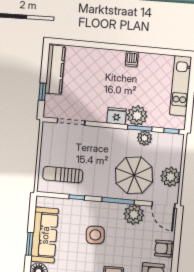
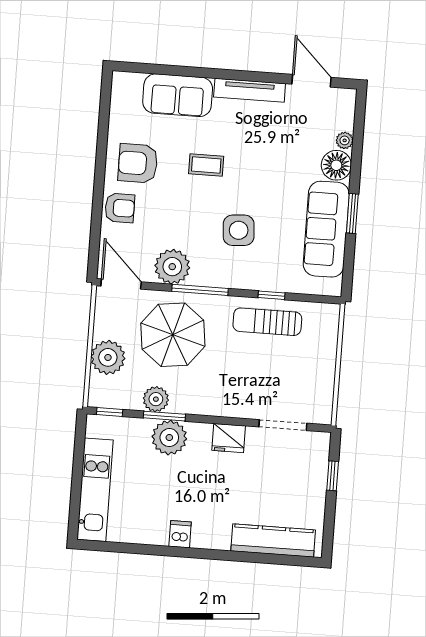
kitchen counter: (55, 70) -> (273, 540), moved, turned 90
fridge: (117, 116) -> (229, 438), moved
sun lounger: (63, 175) -> (267, 322), moved, turned 180
plant: (170, 177) -> (108, 357), moved

